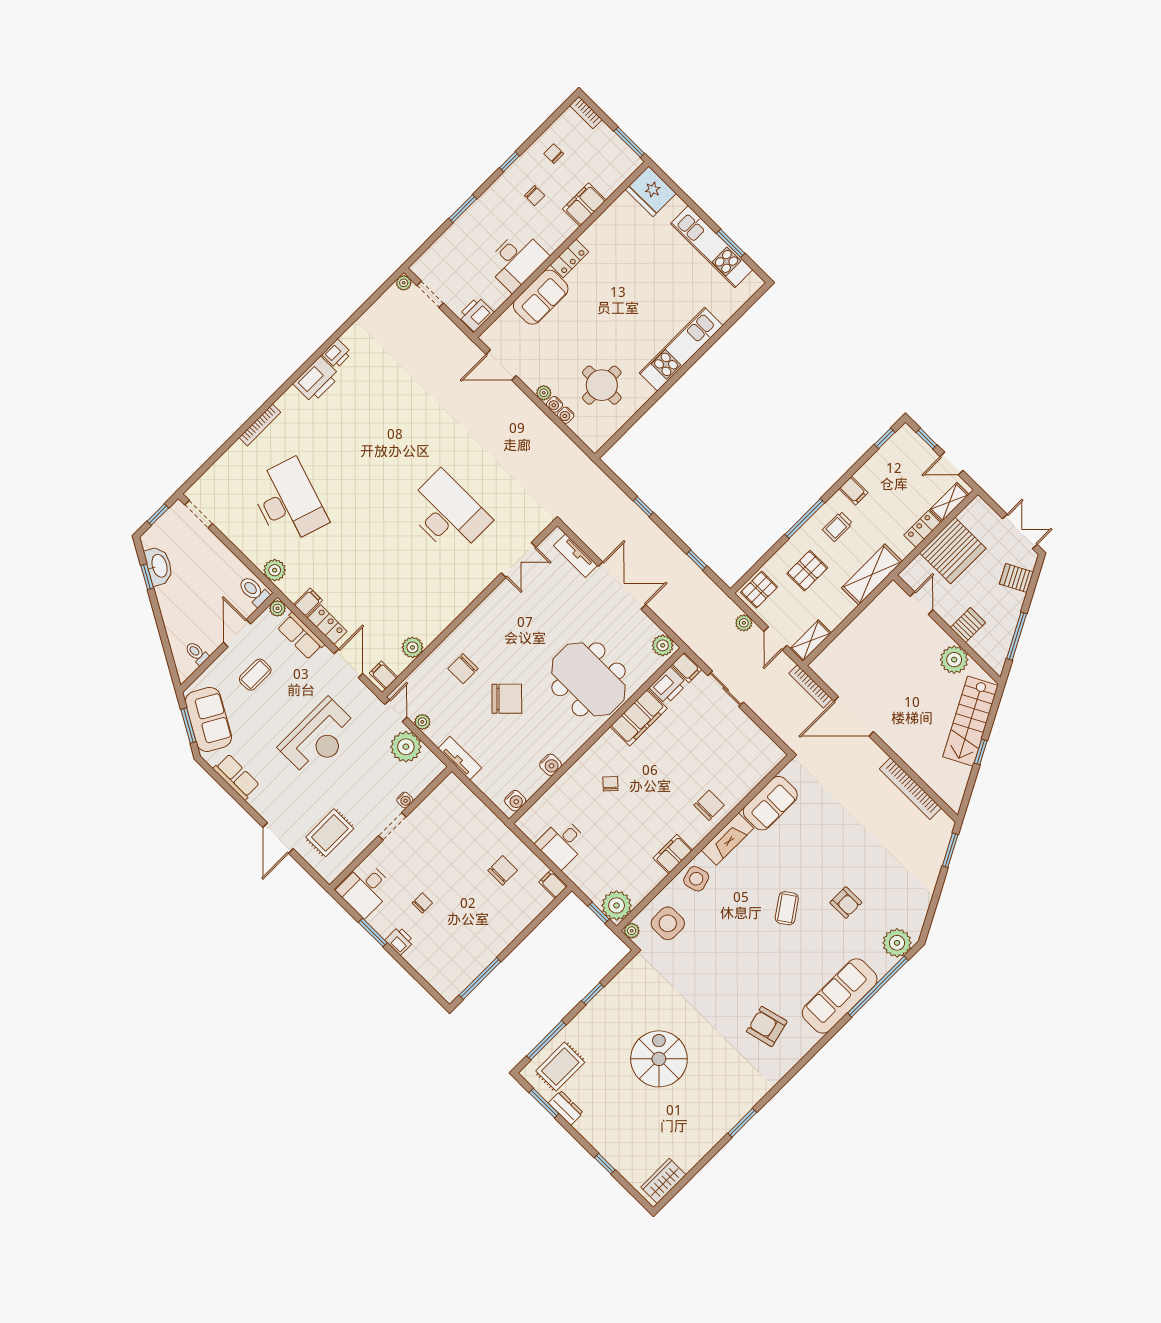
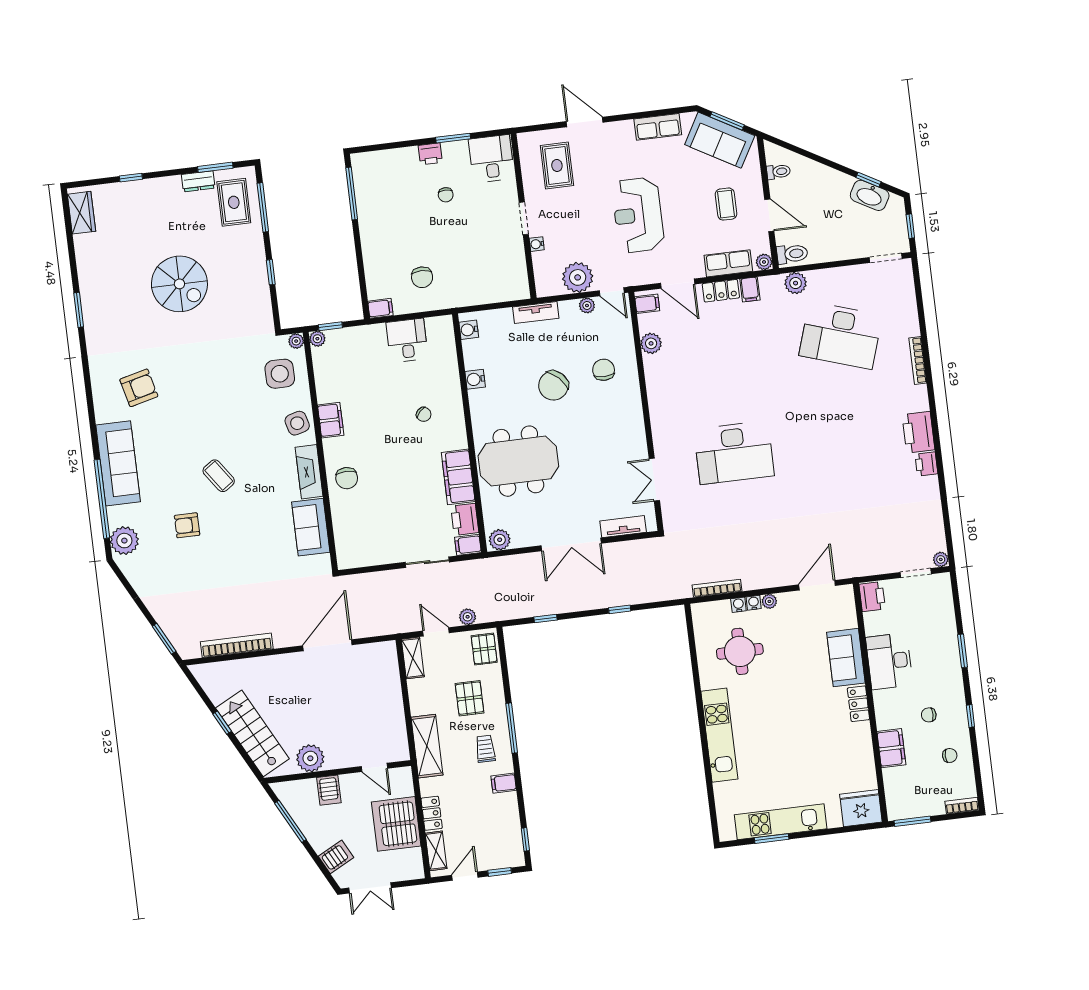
bookcase: (810, 686) -> (717, 588), moved
plant: (617, 905) -> (317, 339), width x0.53, depth x0.53

